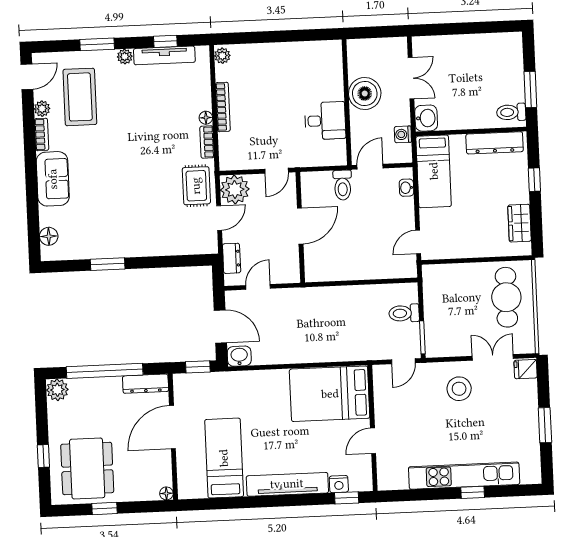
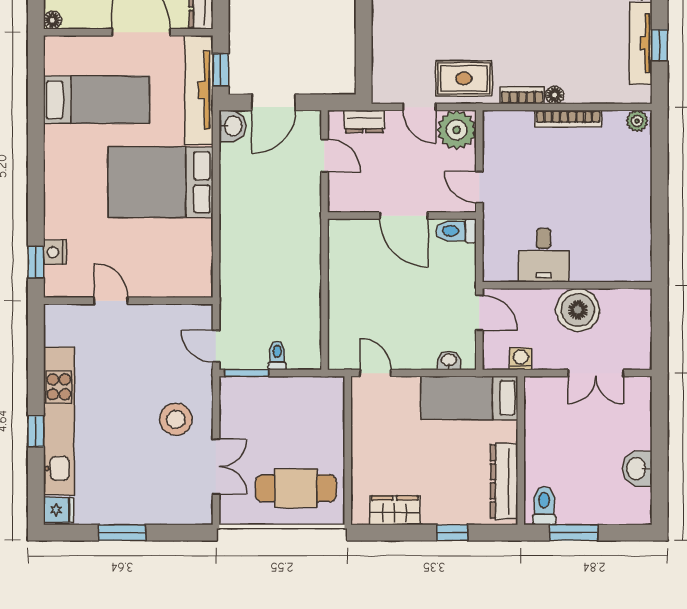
washbasin: (426, 118) -> (637, 469), moved, turned 90
toilet: (343, 185) -> (456, 231), moved
toilet: (404, 313) -> (277, 355), width x0.73, depth x0.72
fridge: (526, 369) -> (59, 510), moved, turned 90
bed: (330, 394) -> (160, 182), moved, turned -90
tv unit: (287, 484) -> (199, 90), moved, turned 180

